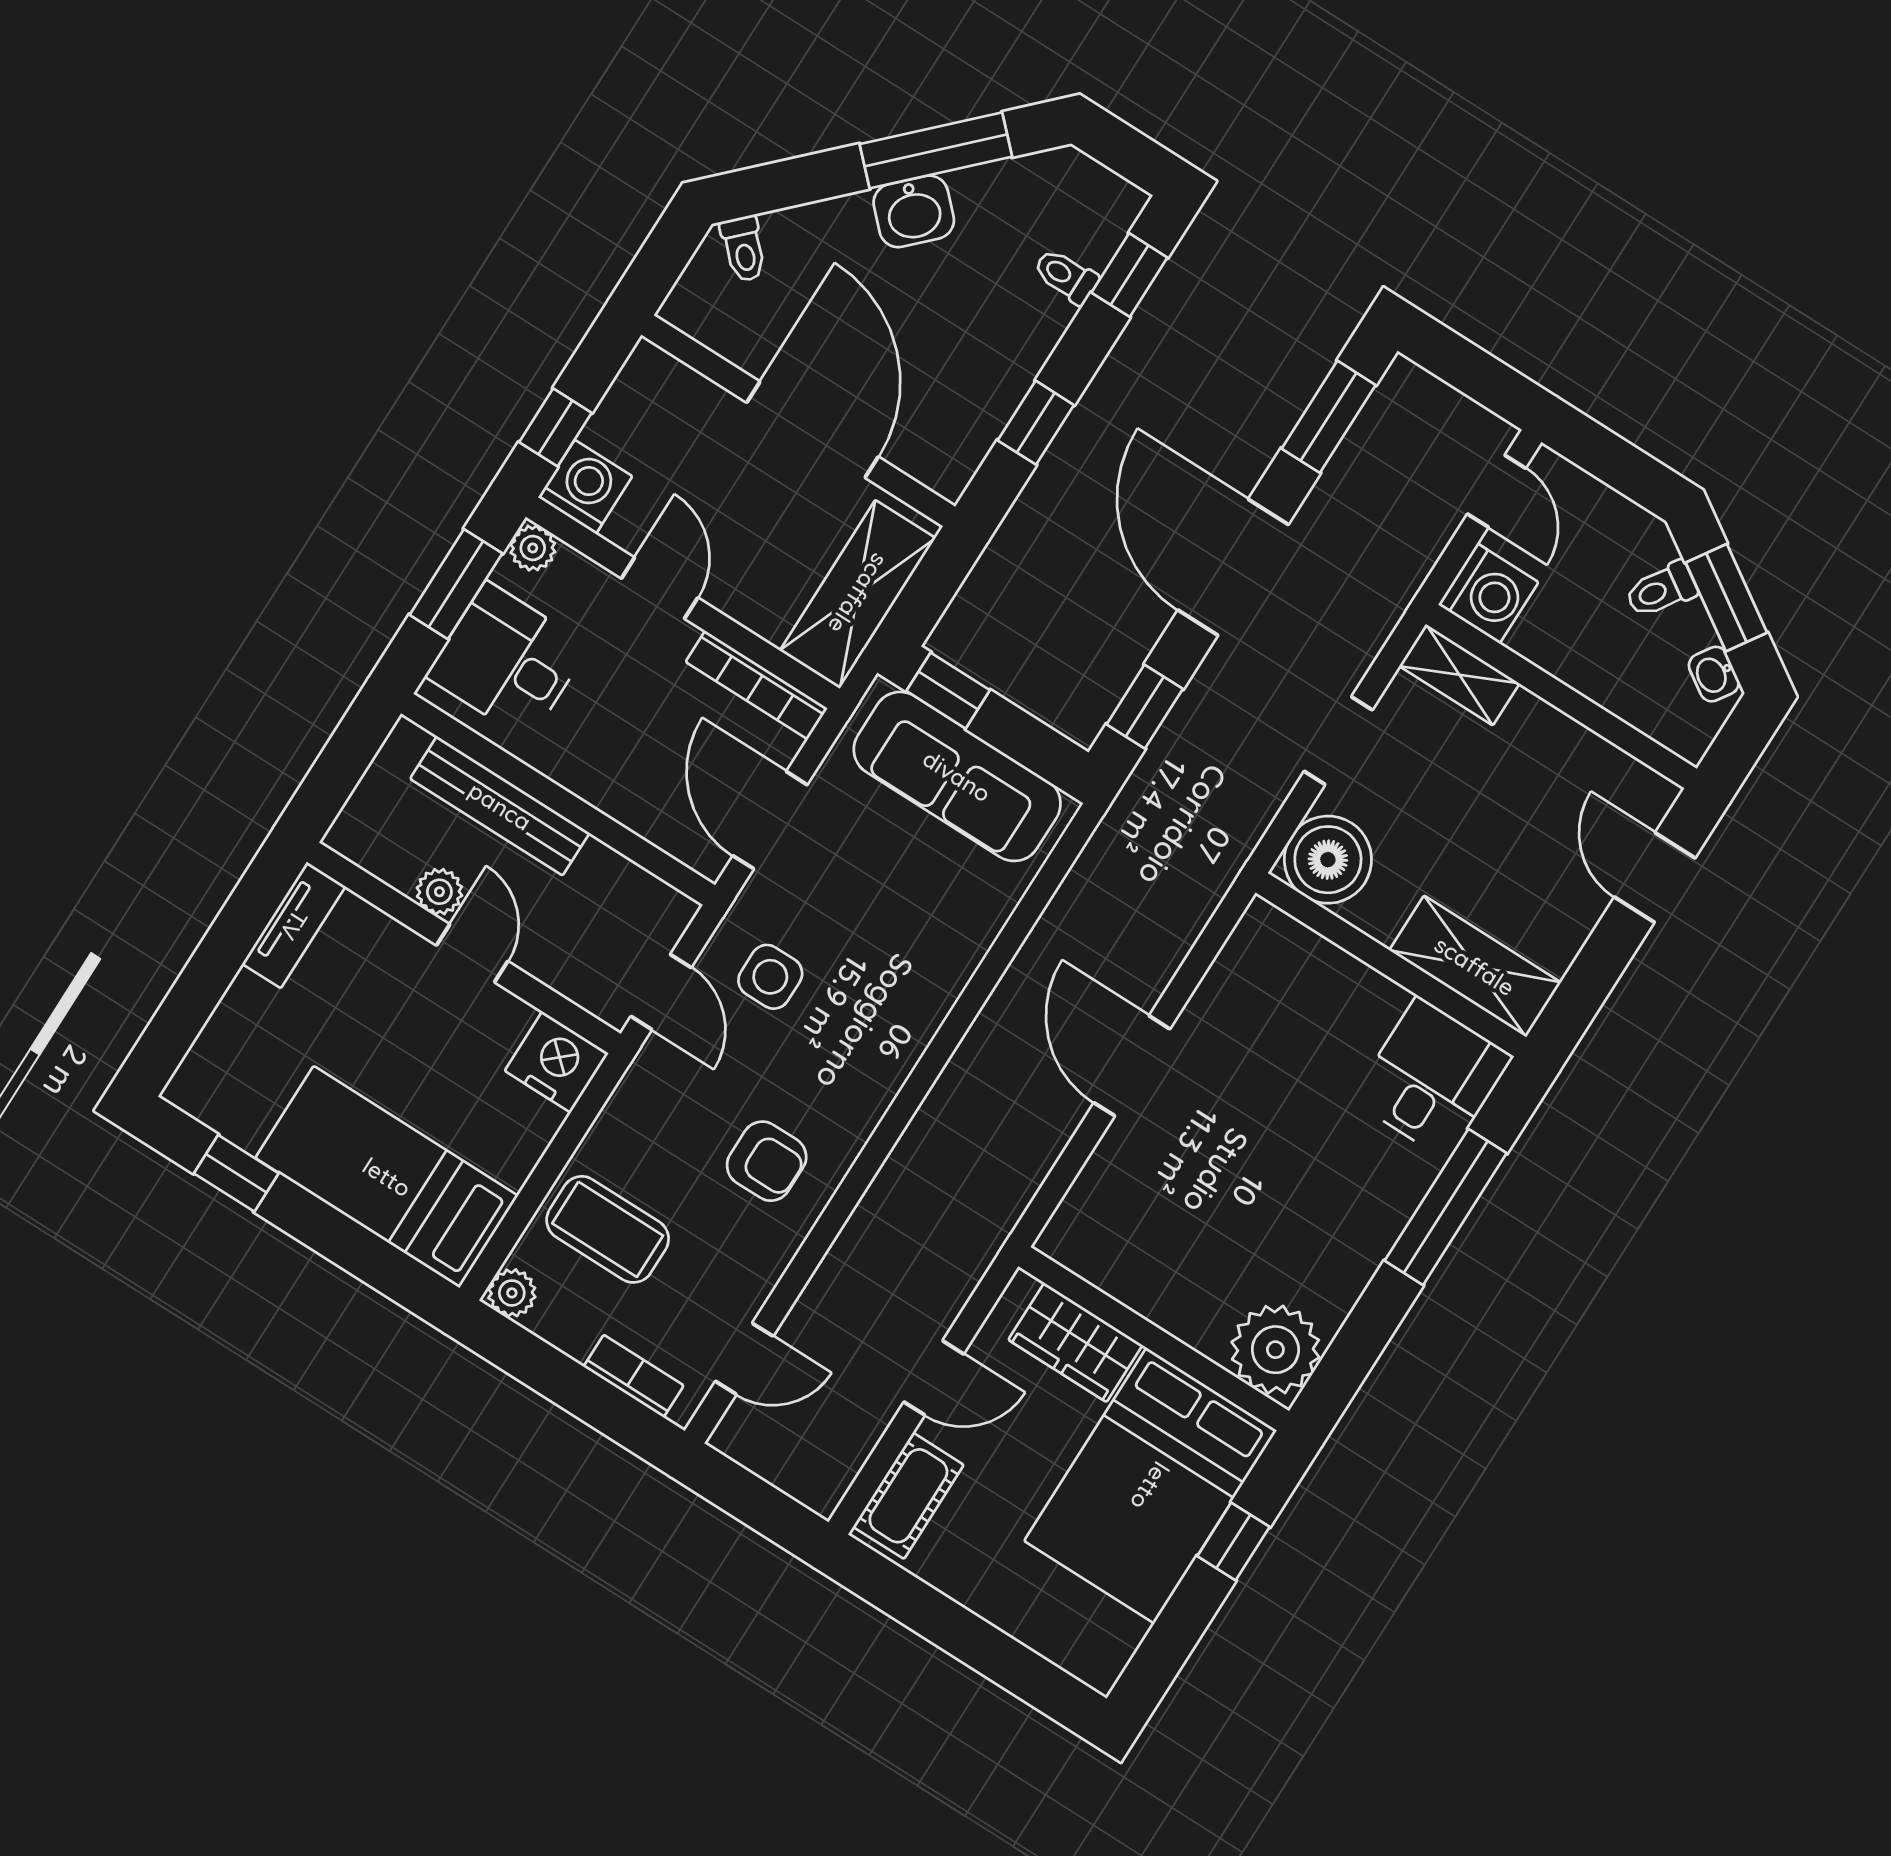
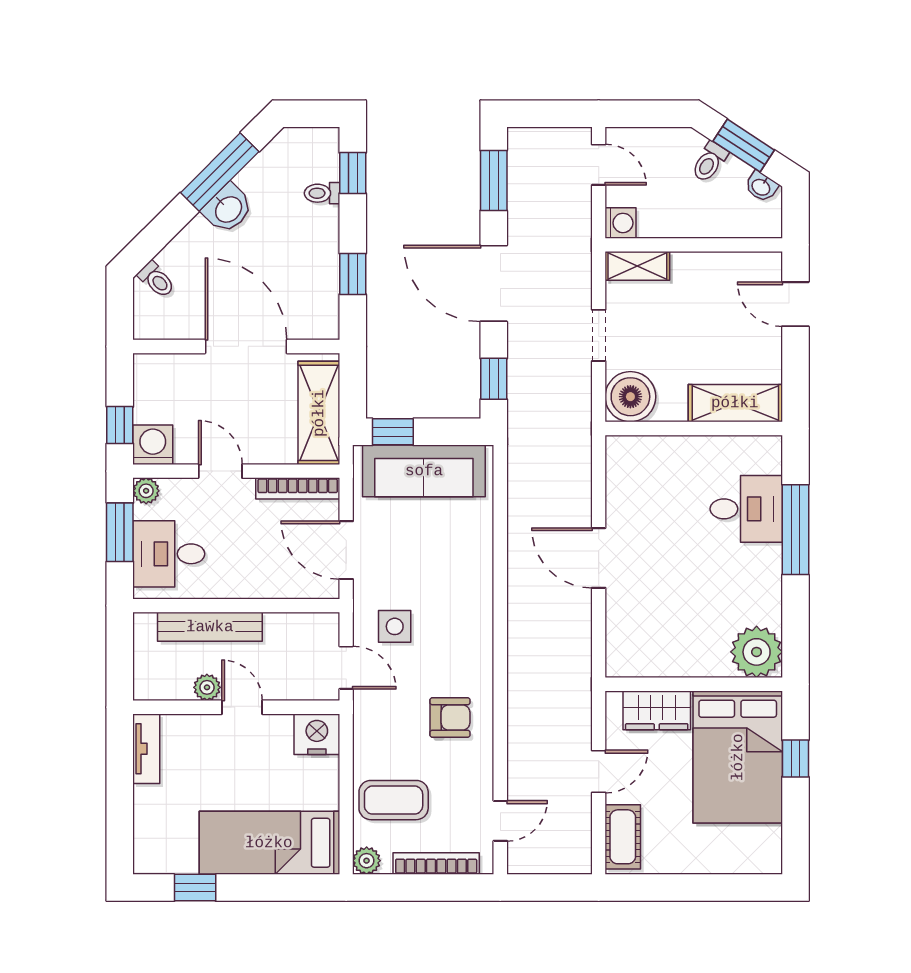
washing machine: (1488, 593) -> (621, 223), width x0.73, depth x0.73
desk: (1432, 1078) -> (746, 509), moved, turned 90
bookcase: (634, 1376) -> (436, 864), width x1.56

